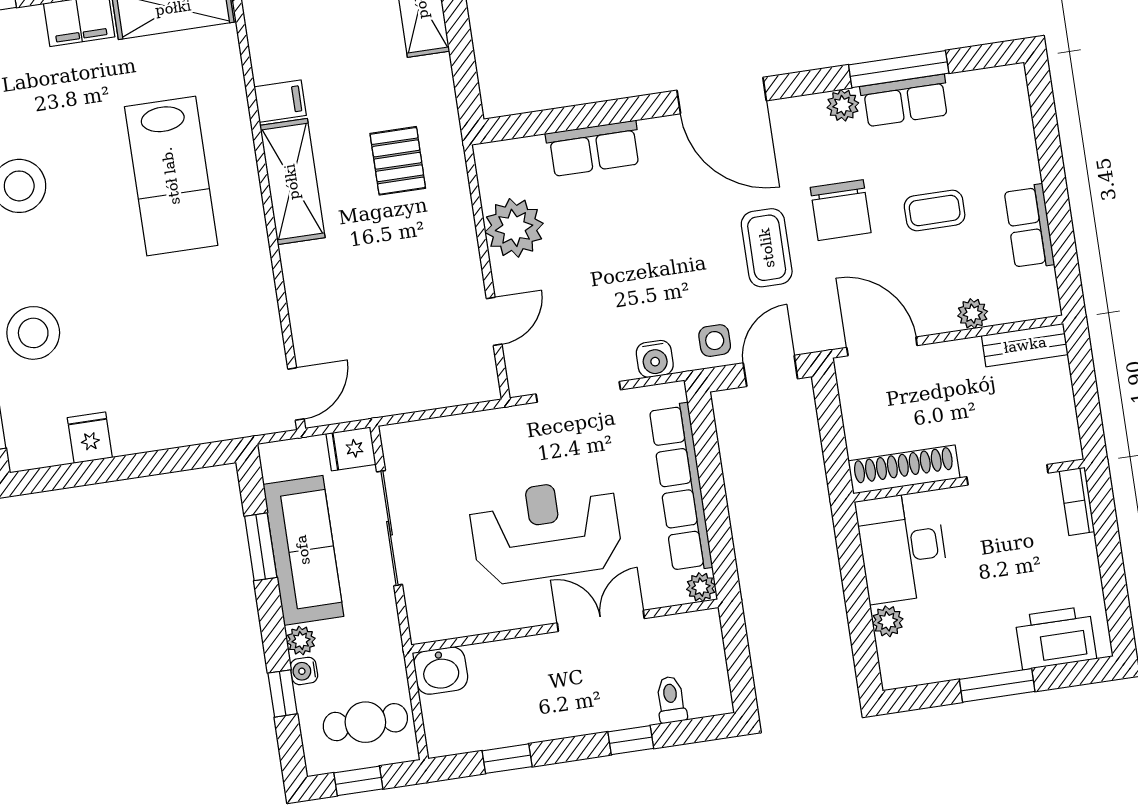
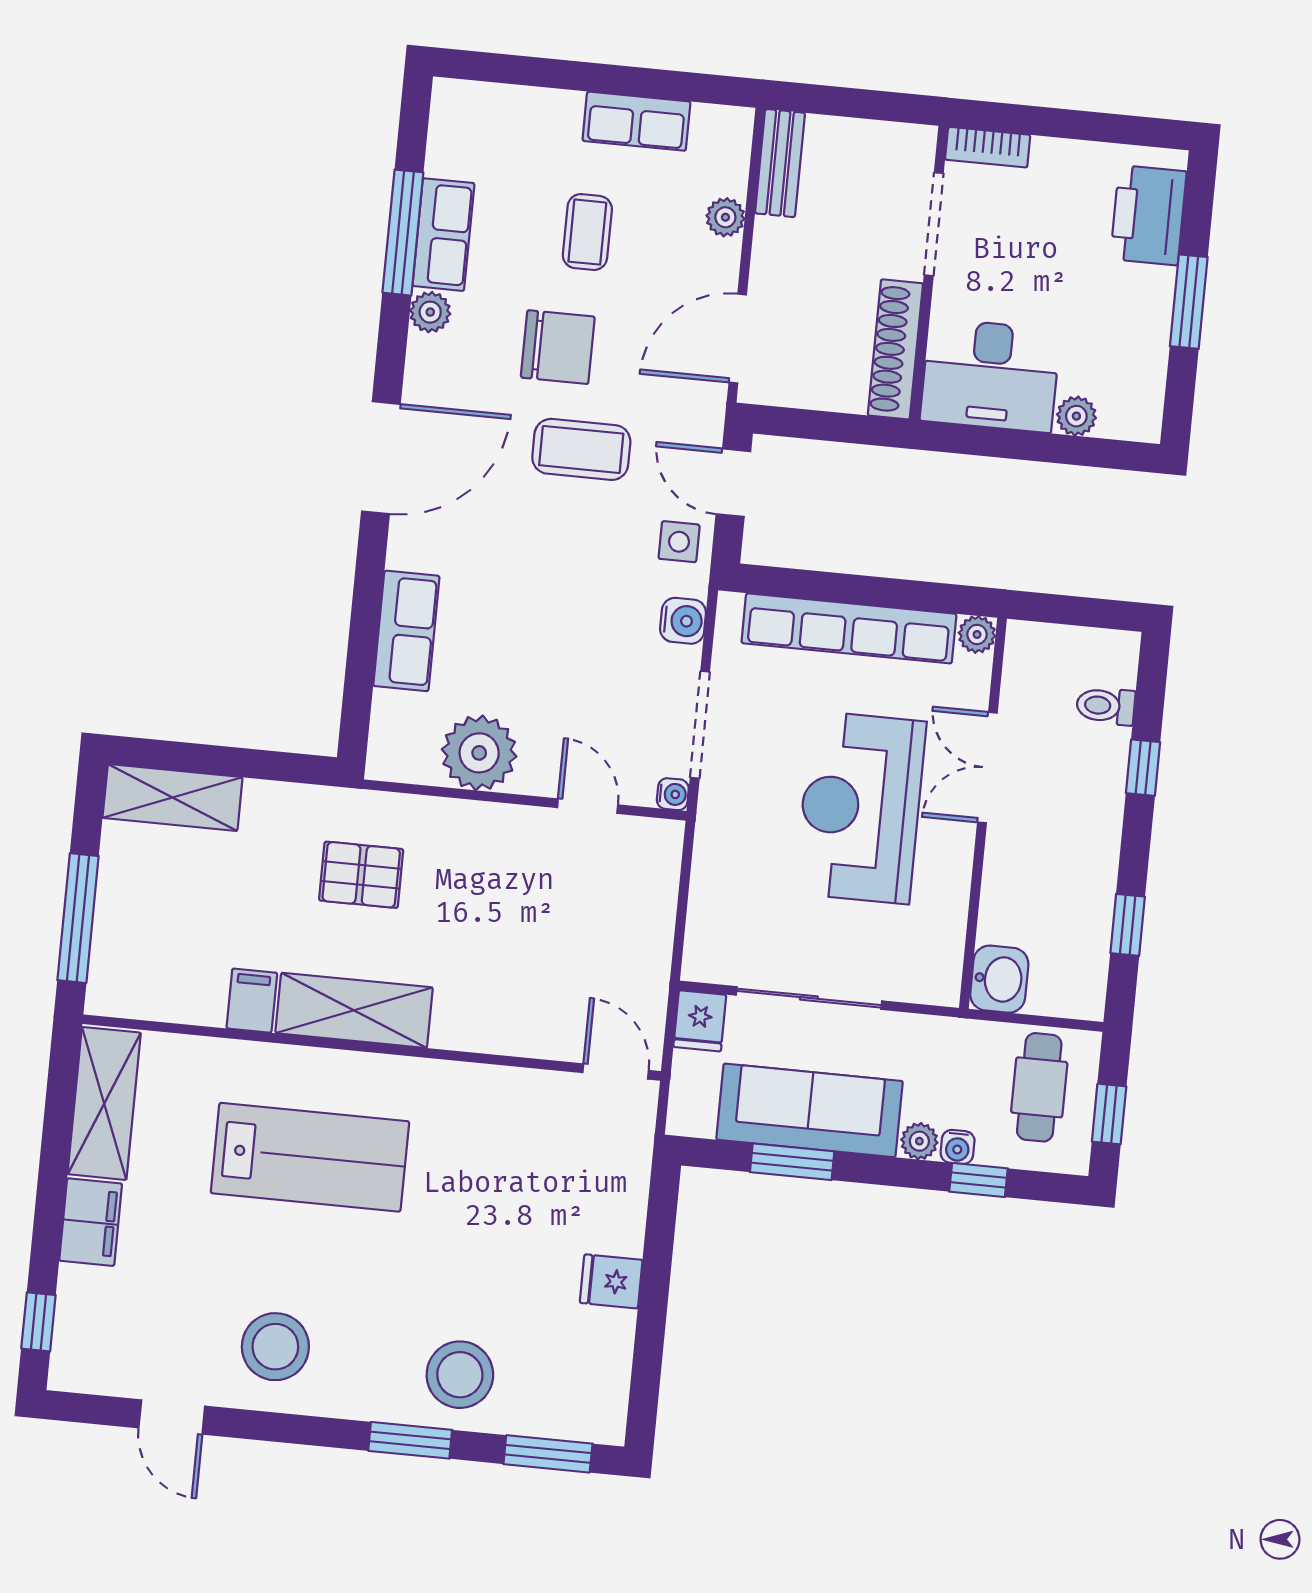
water cooler: (520, 384) -> (673, 794), added
fridge: (90, 438) -> (611, 1281), moved

